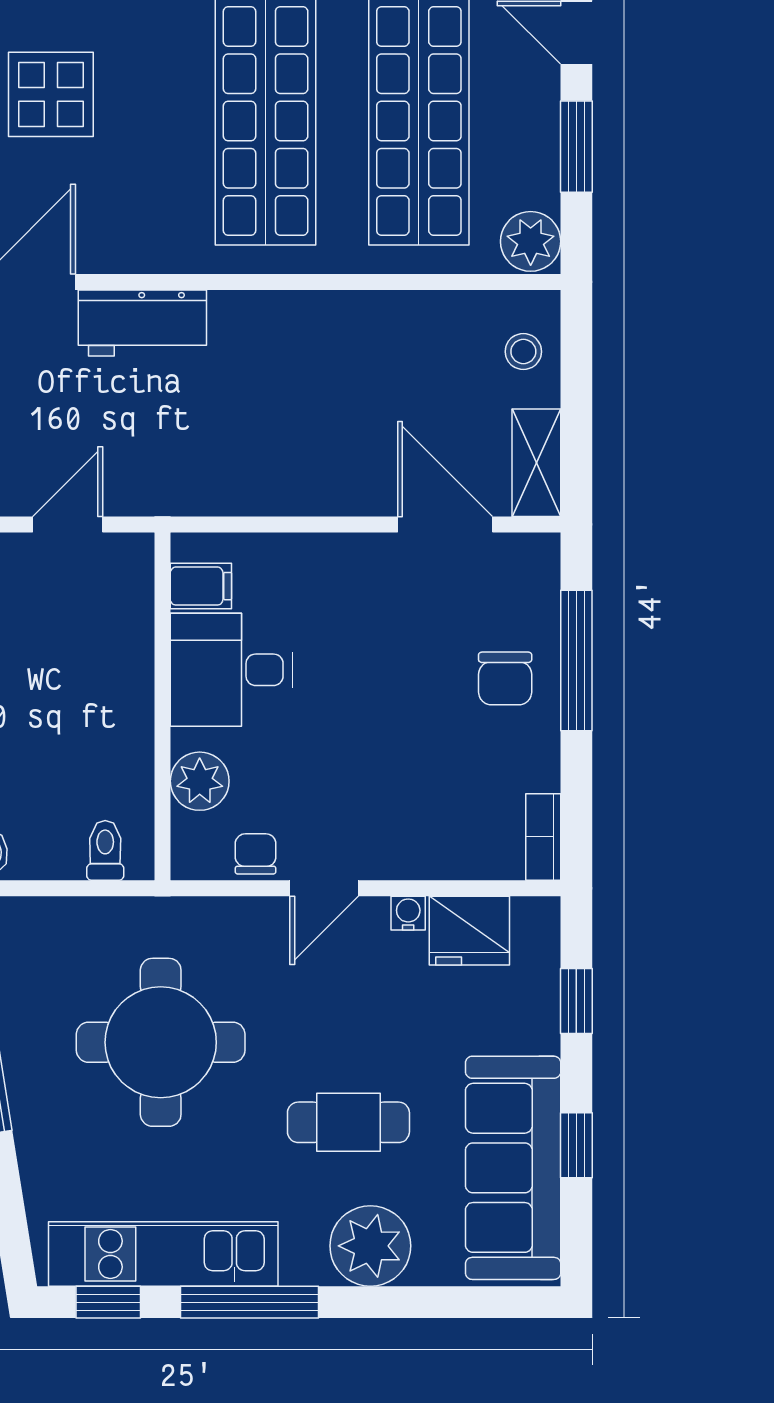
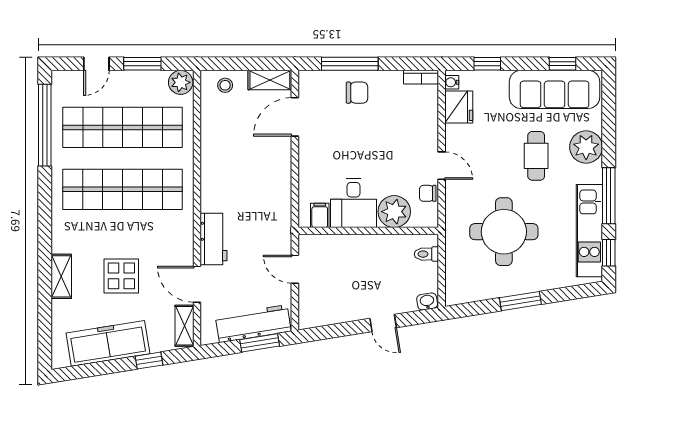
plant: (200, 781) -> (394, 212), width x1.36, depth x1.36
water cooler: (408, 913) -> (452, 82), moved
window: (576, 1145) -> (563, 64), moved

